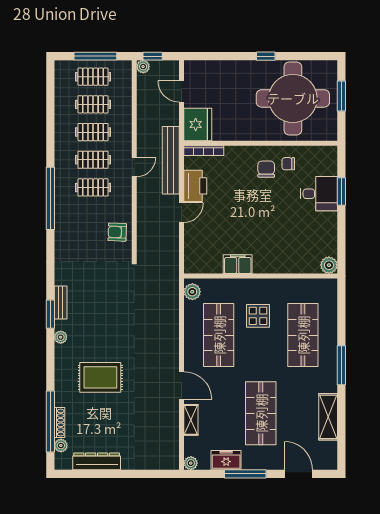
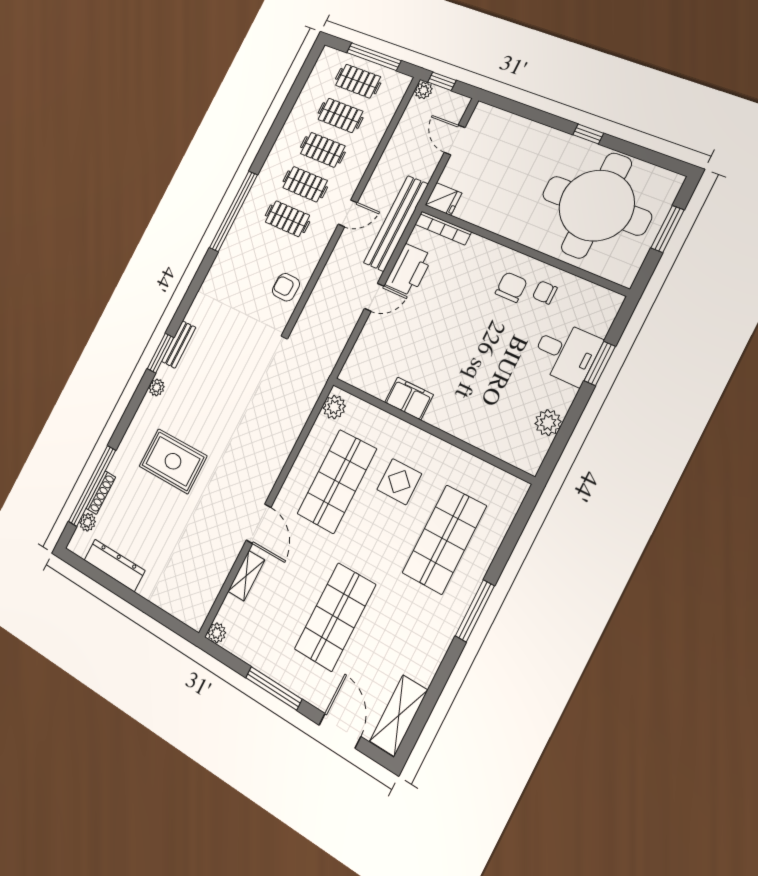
fridge: (198, 124) -> (443, 199), width x0.53, depth x0.75
plant: (329, 265) -> (548, 423), moved
shelving: (328, 417) -> (399, 716), moved
freezer: (226, 460) -> (260, 655), removed

